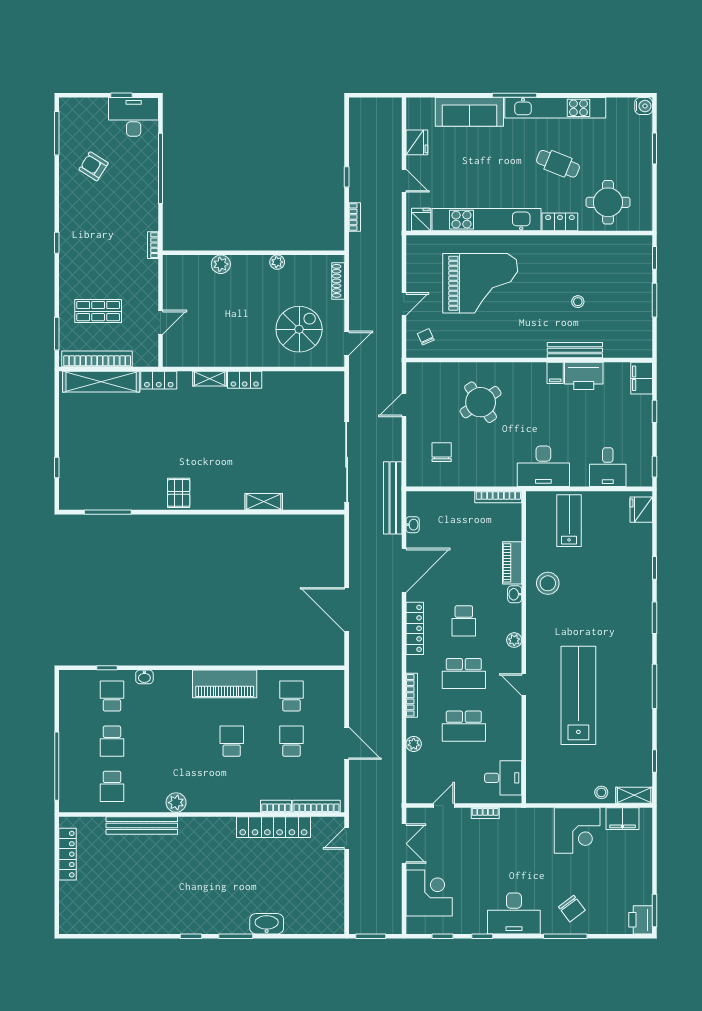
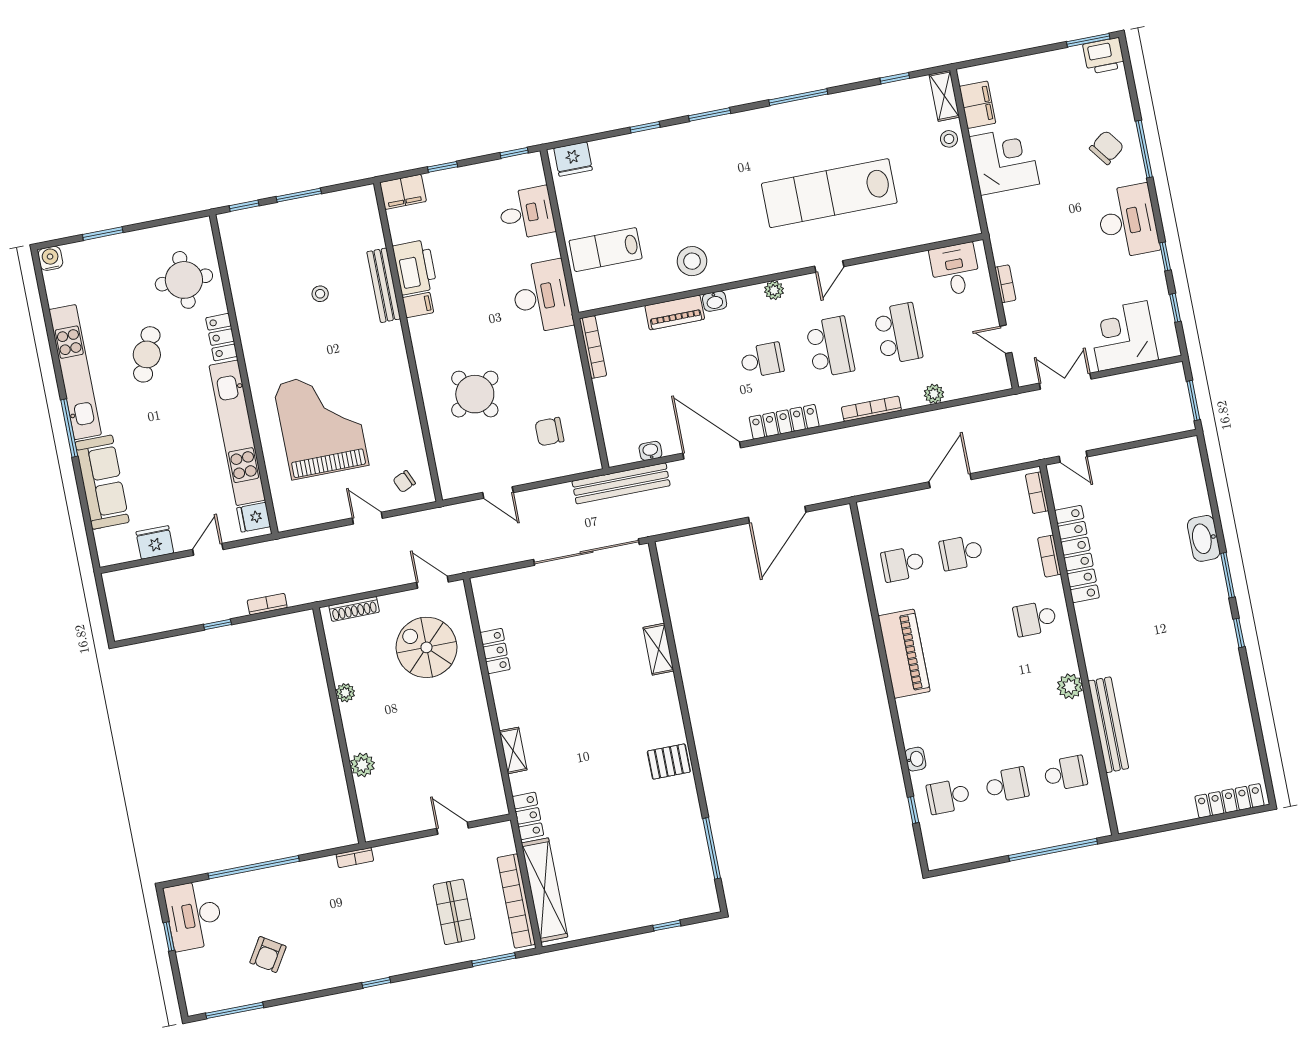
locker: (245, 380) -> (495, 651), moved
school desk: (232, 741) -> (1035, 619), moved
bookcase: (316, 806) -> (1037, 493), width x0.64
locker: (68, 854) -> (1229, 801), moved

